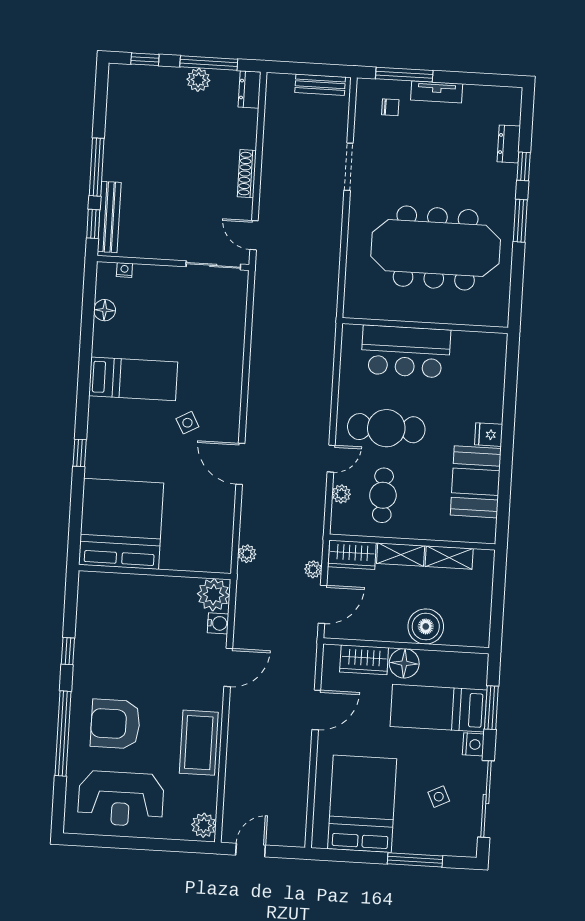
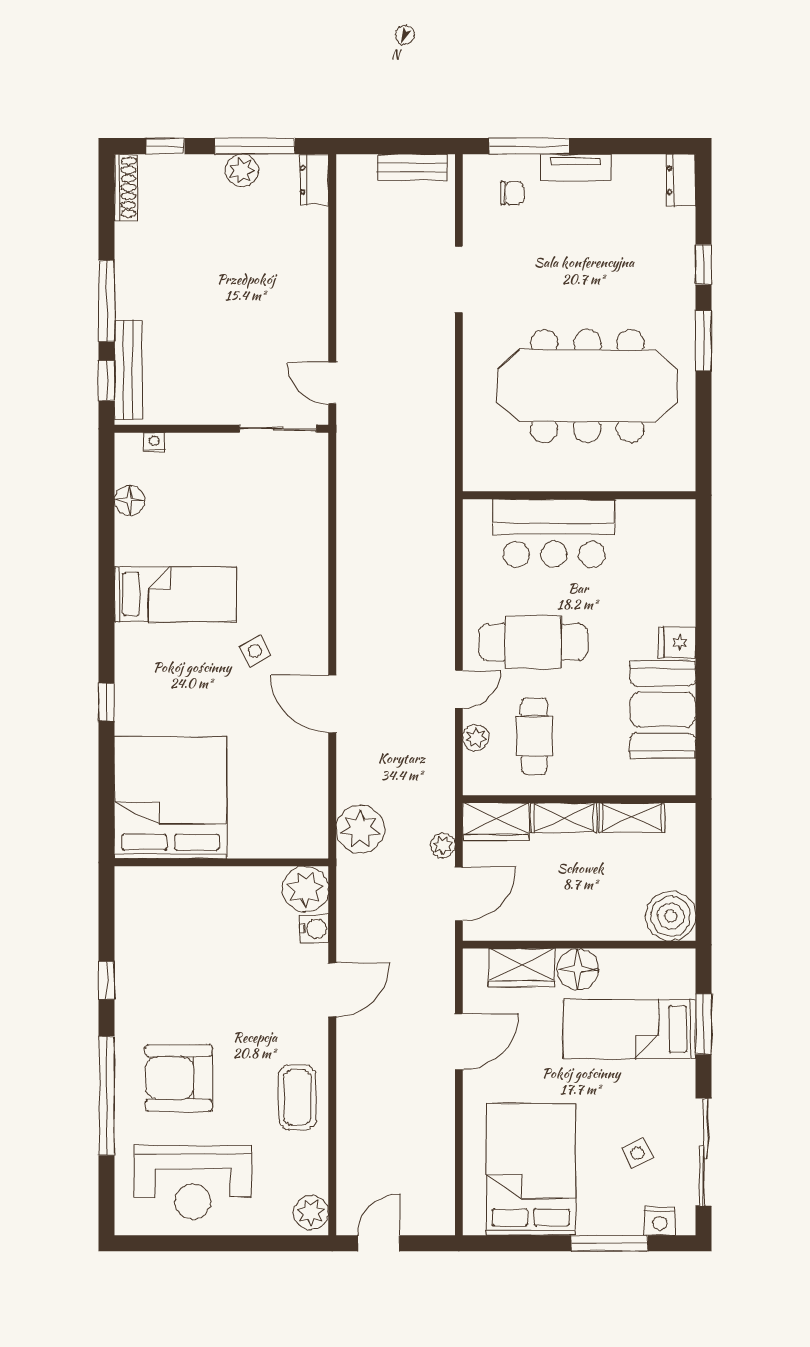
dresser: (509, 144) -> (681, 180), moved
shoe rack: (247, 174) -> (126, 187), moved, turned 180
plant: (247, 554) -> (360, 829), width x1.88, depth x1.88
boiler: (426, 626) -> (671, 916), moved
coffee table: (199, 743) -> (297, 1097), width x0.73, depth x0.76
nightstand: (473, 744) -> (660, 1221), moved, turned 90

